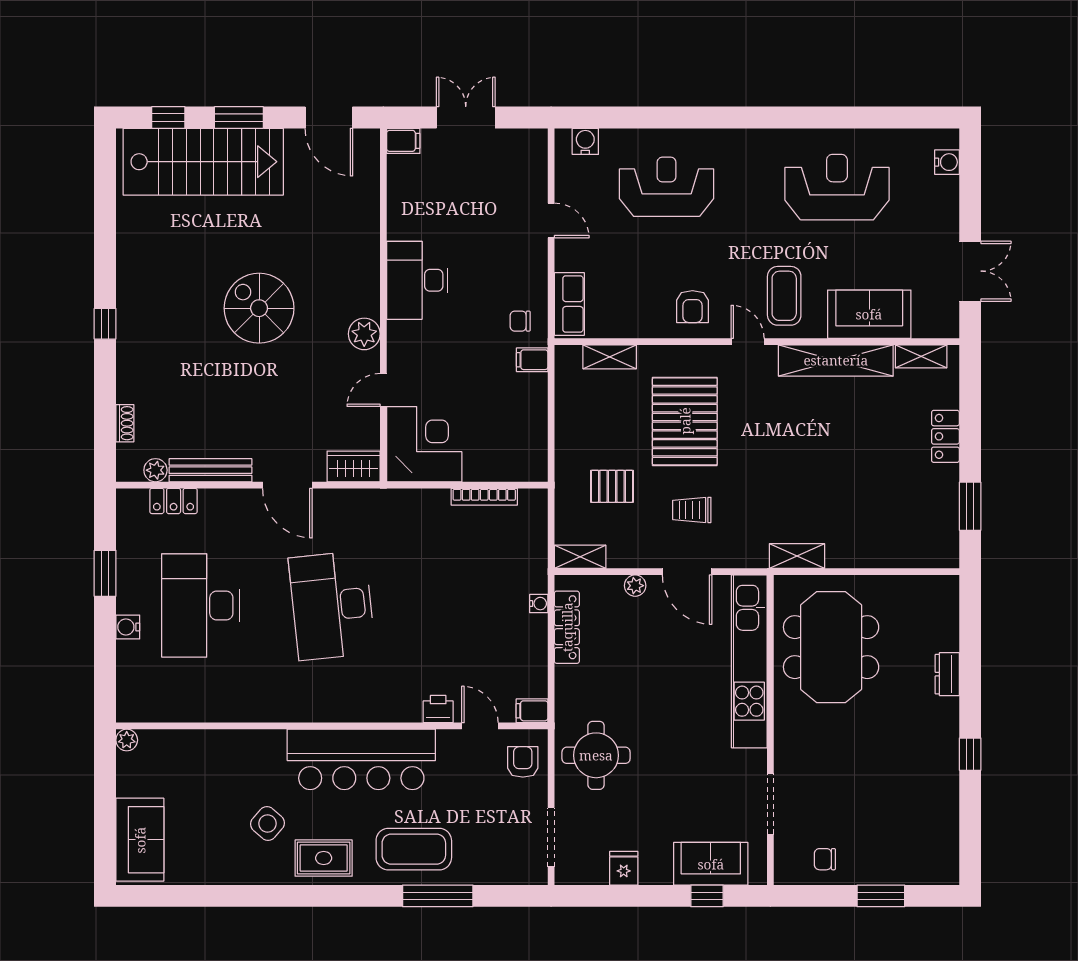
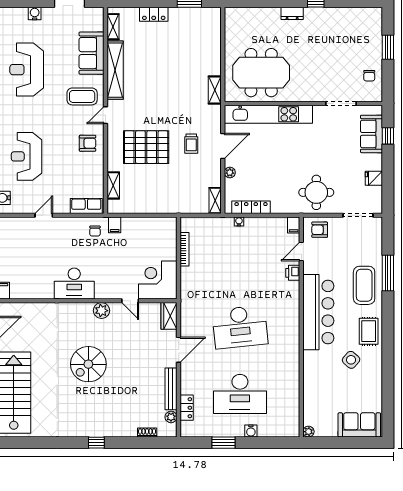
water cooler: (947, 162) -> (35, 13), moved
pallet: (612, 486) -> (179, 184), removed
dresser: (947, 674) -> (292, 13), moved

